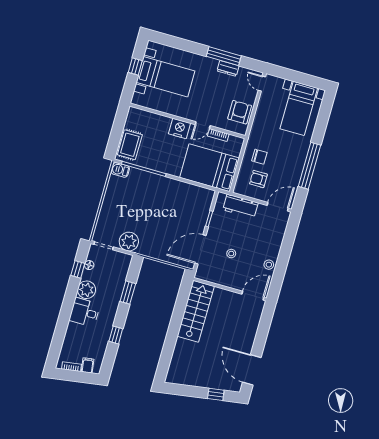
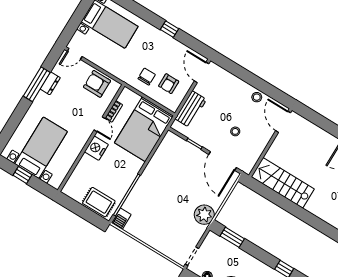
window: (310, 166) -> (170, 29), width x0.32
plant: (129, 242) -> (204, 215), moved
window: (128, 293) -> (232, 237), moved

